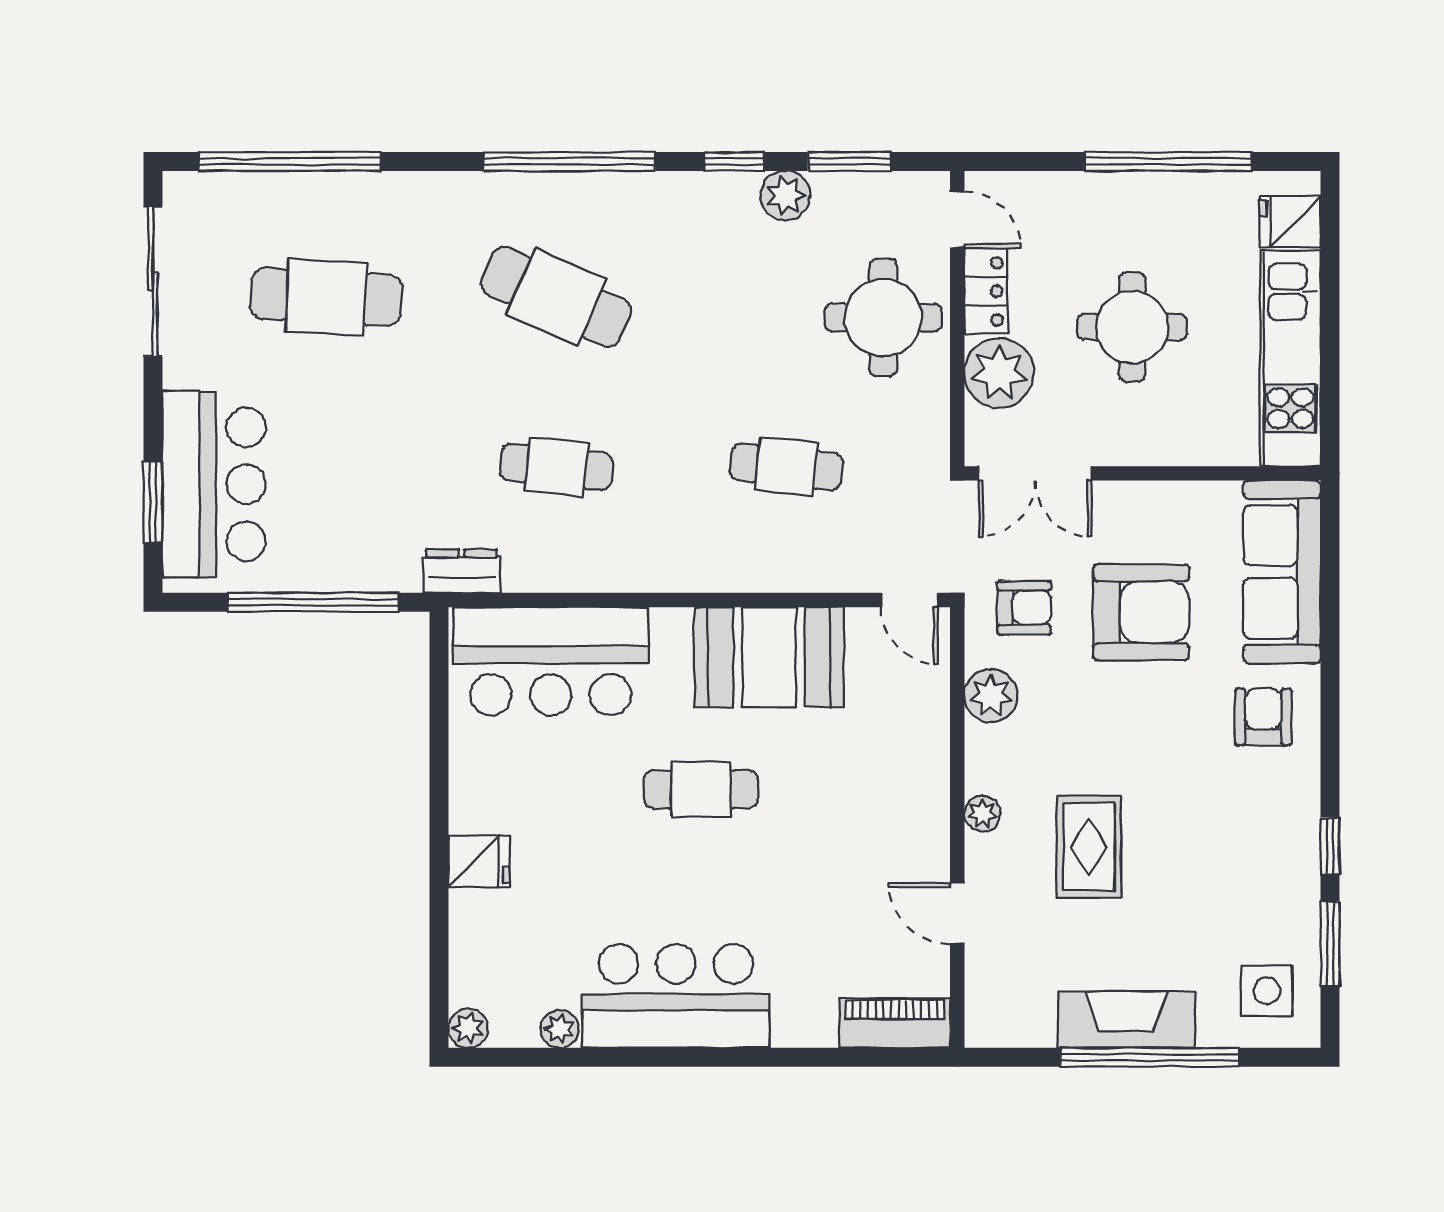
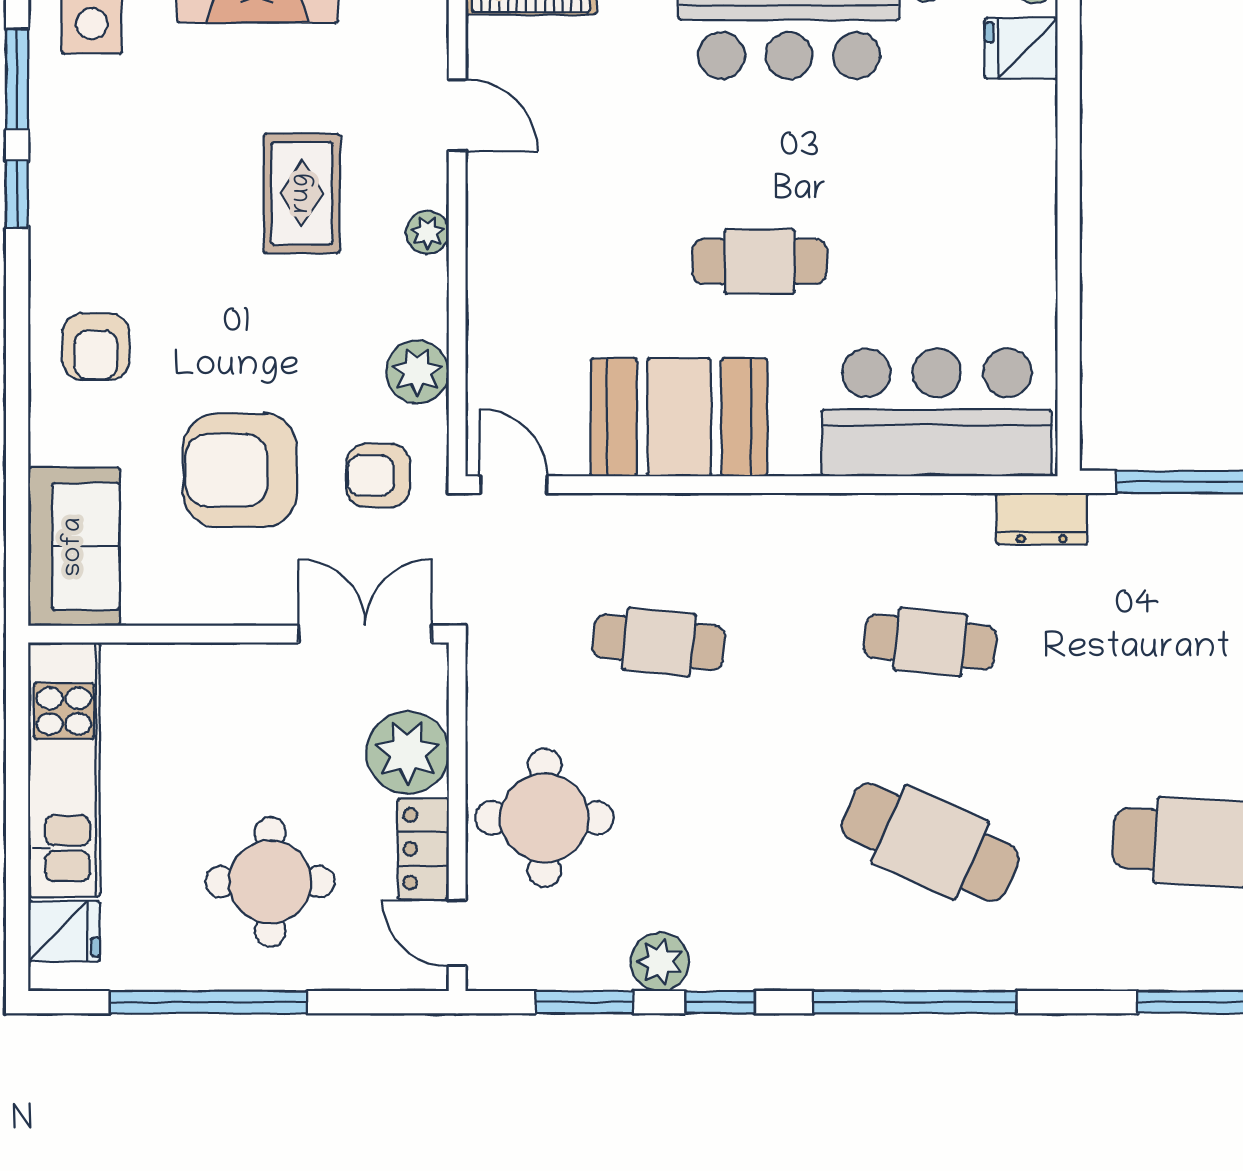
round table: (1132, 327) -> (270, 882), moved
sofa: (1282, 572) -> (74, 547), width x0.73
fridge: (479, 861) -> (1021, 48), moved

